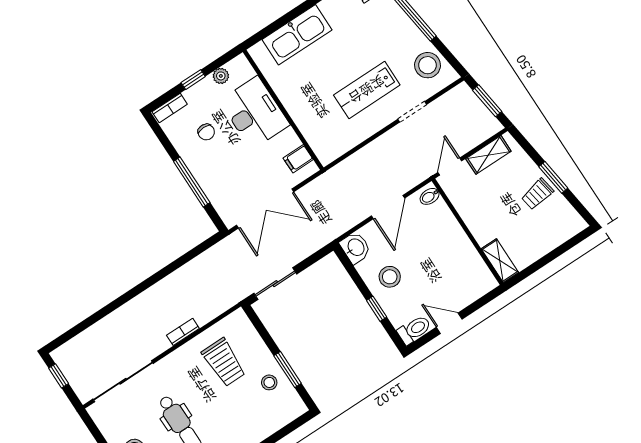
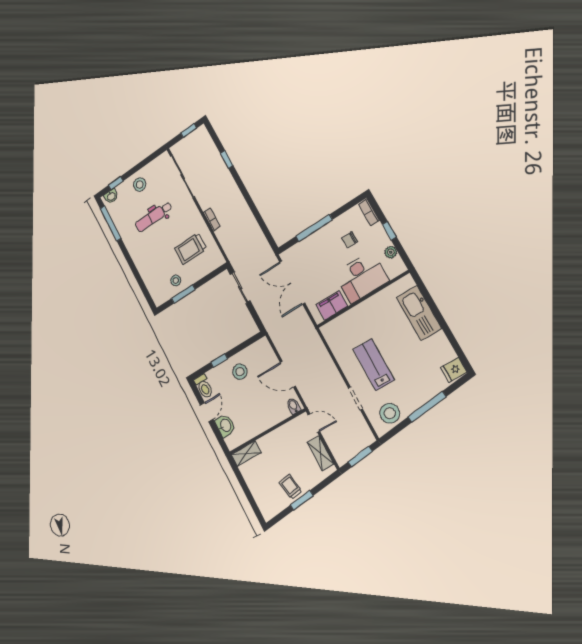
filing cabinet: (298, 159) -> (332, 305), width x2.00
washbasin: (355, 248) -> (225, 426), moved, turned -90
window: (99, 315) -> (227, 159), added

